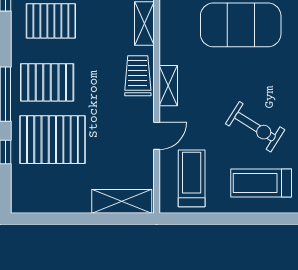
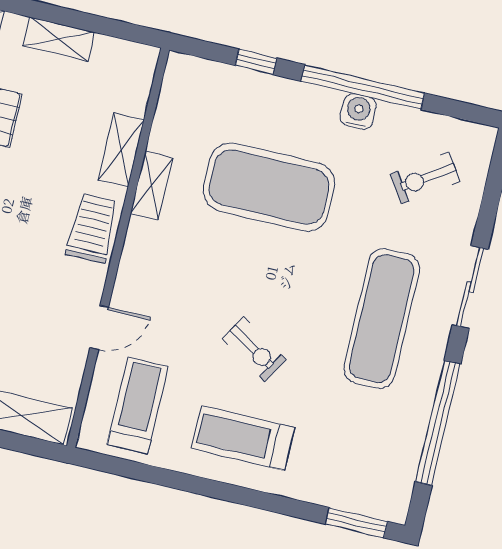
shelving: (168, 86) -> (152, 185), moved
exercise bike: (255, 127) -> (254, 349), width x0.73, depth x0.72

